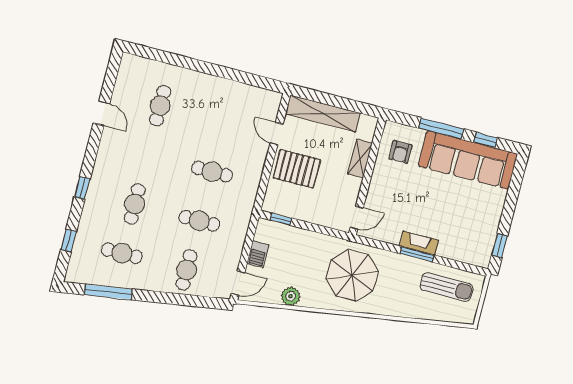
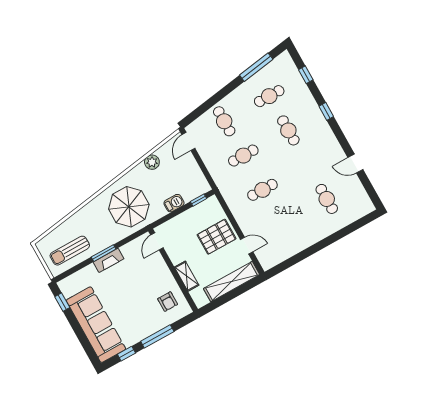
armchair: (401, 152) -> (168, 302), turned 180
sofa: (468, 160) -> (96, 325), moved, turned 90
barbecue: (258, 254) -> (174, 203), moved, turned 90

